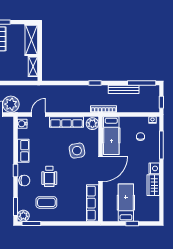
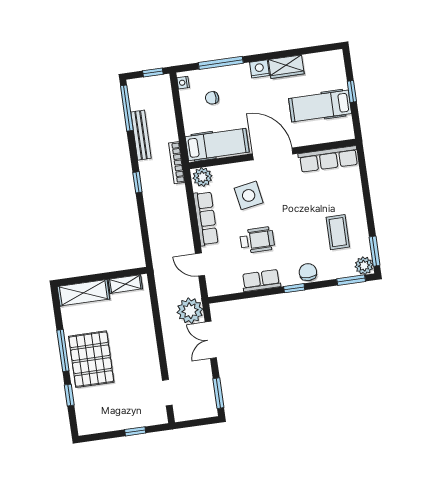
water cooler: (22, 124) -> (218, 288), removed
wheelchair: (49, 176) -> (257, 240), moved

